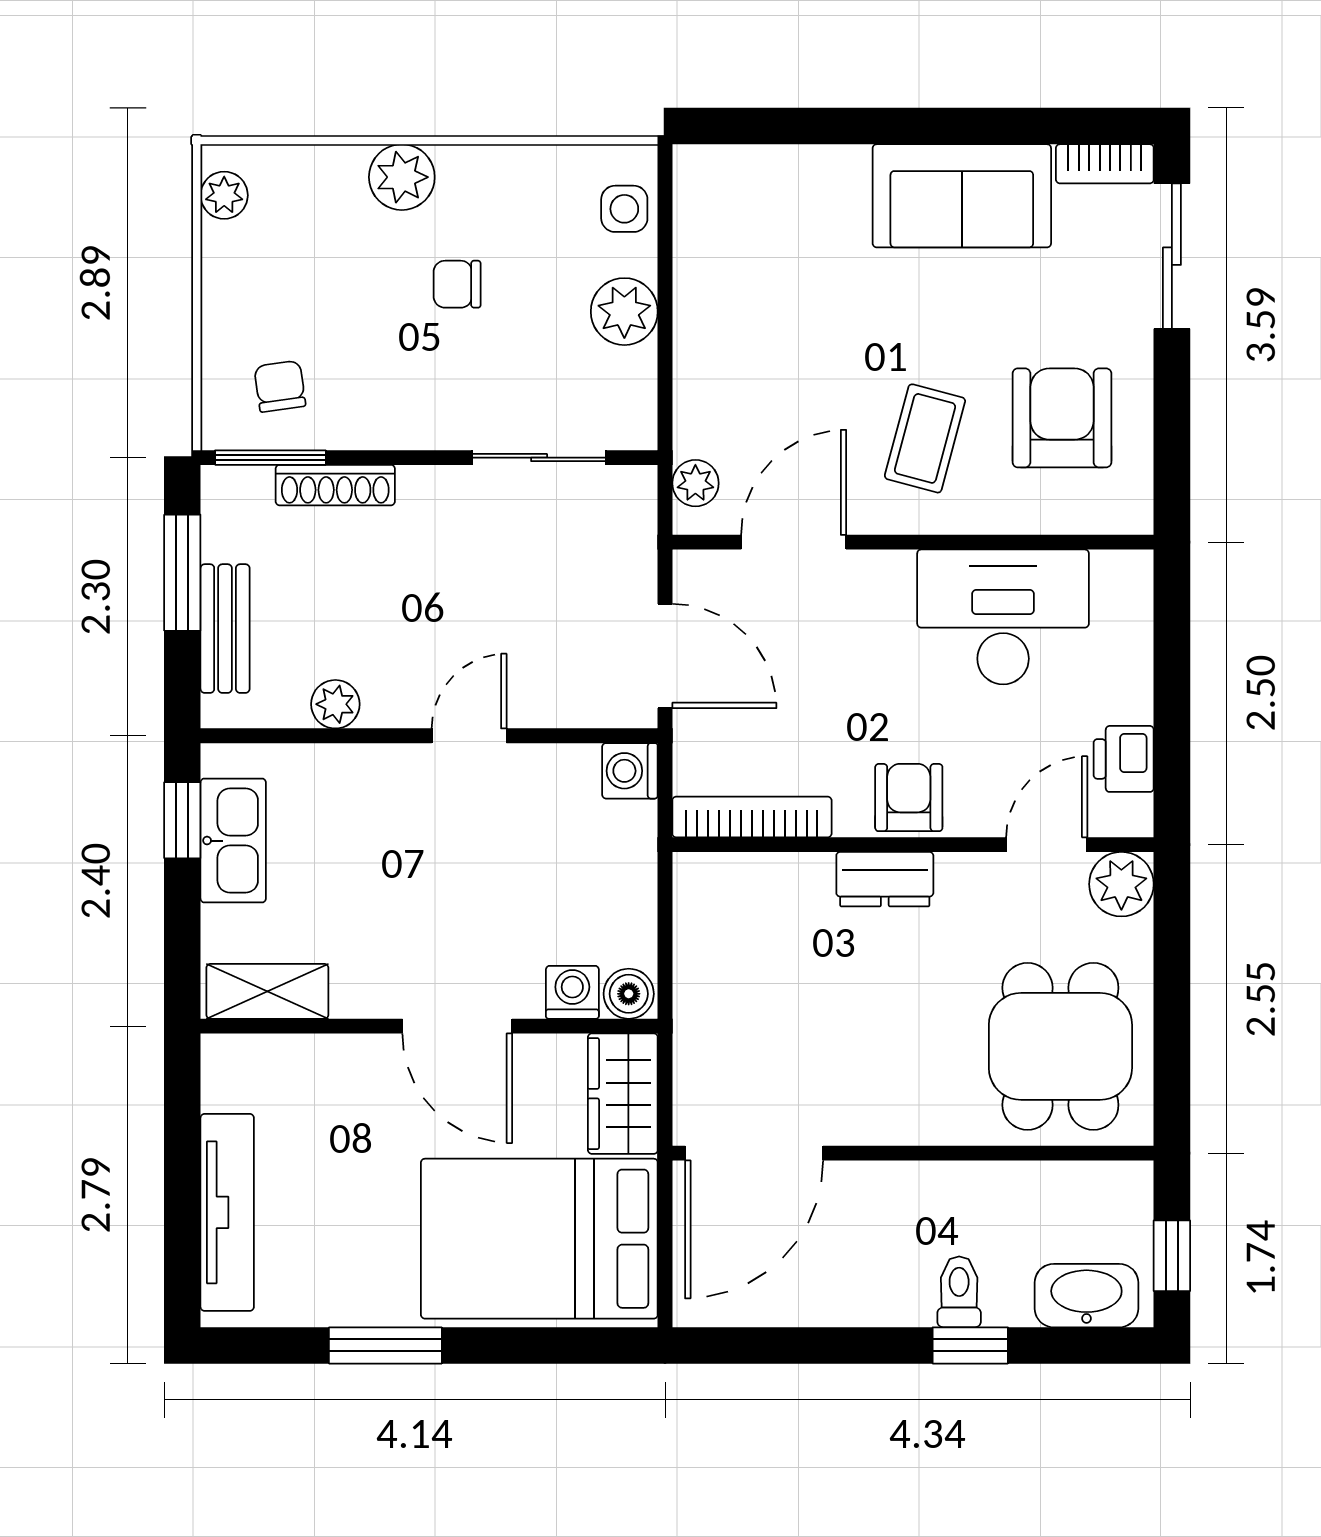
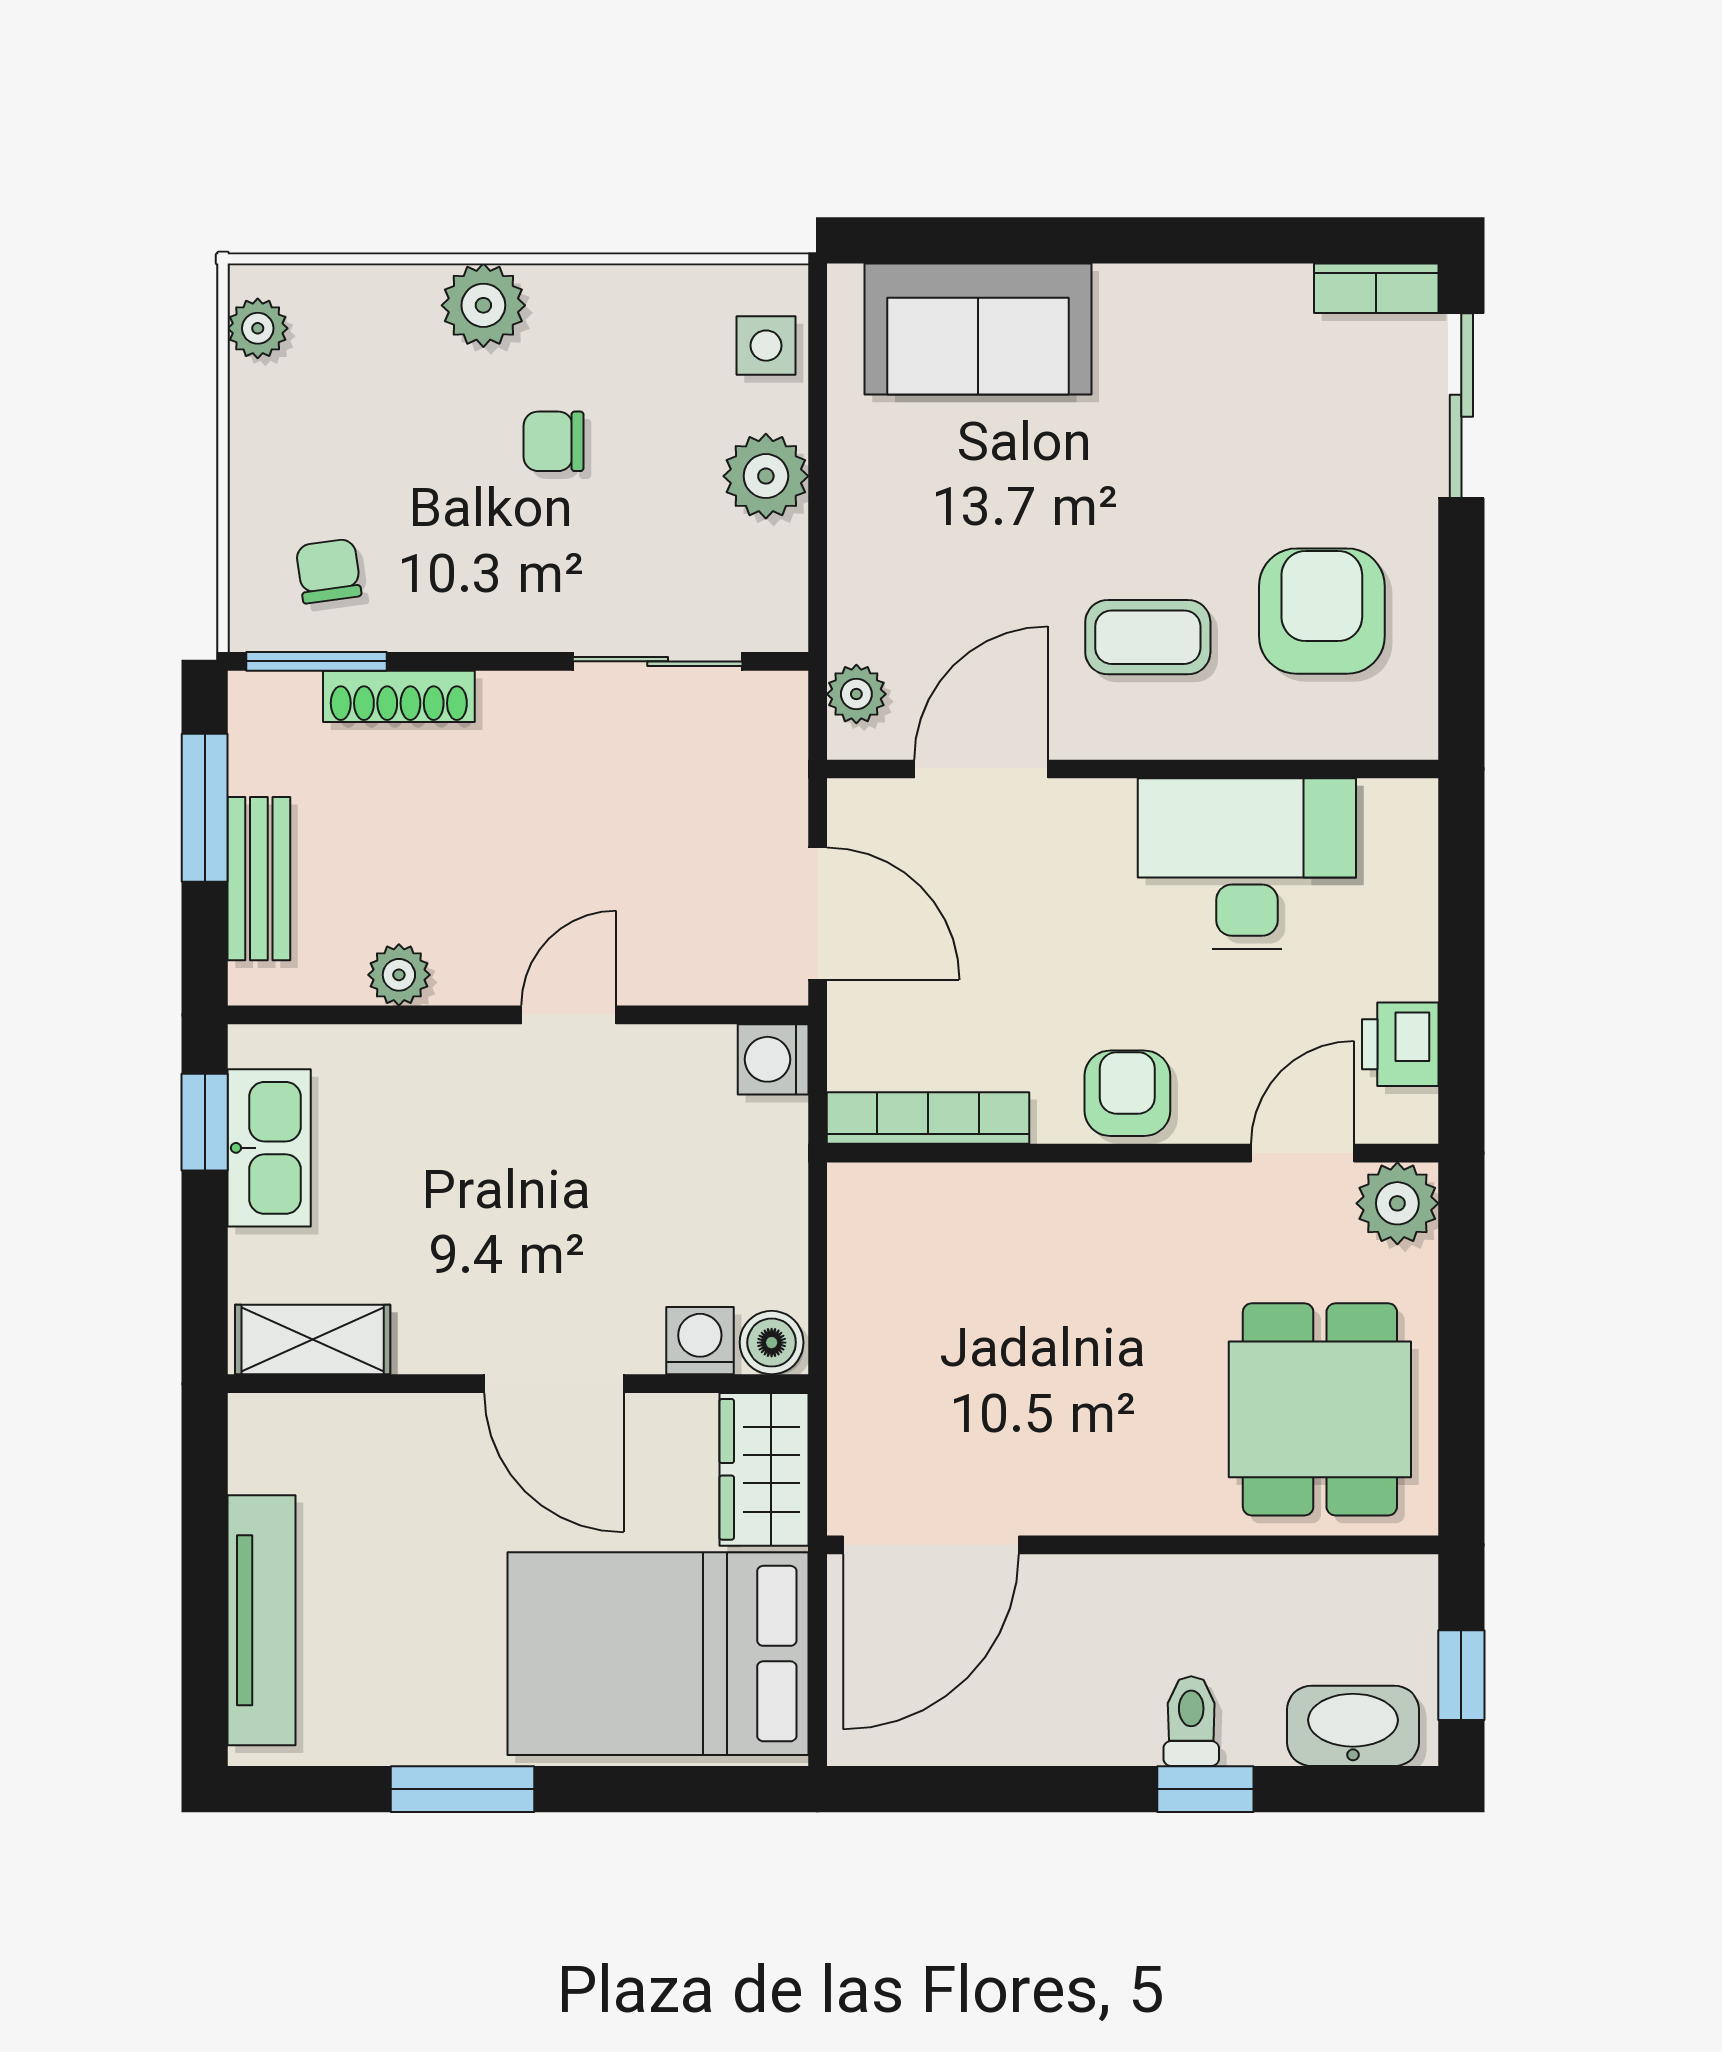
sofa: (962, 196) -> (978, 329), moved
coffee table: (925, 438) -> (1148, 637), turned 75
dresser: (885, 879) -> (1097, 1197), removed

